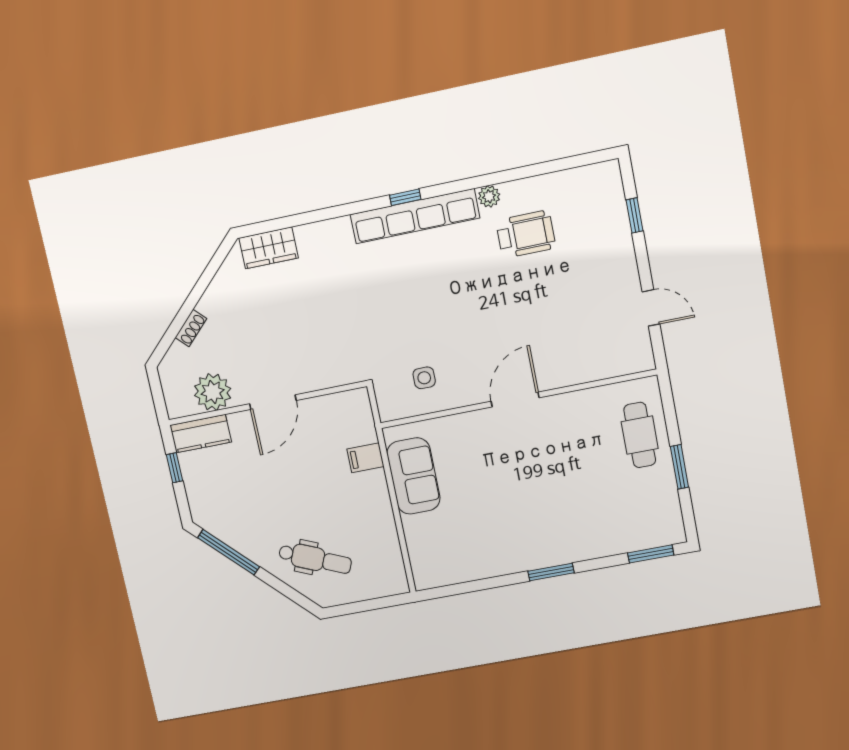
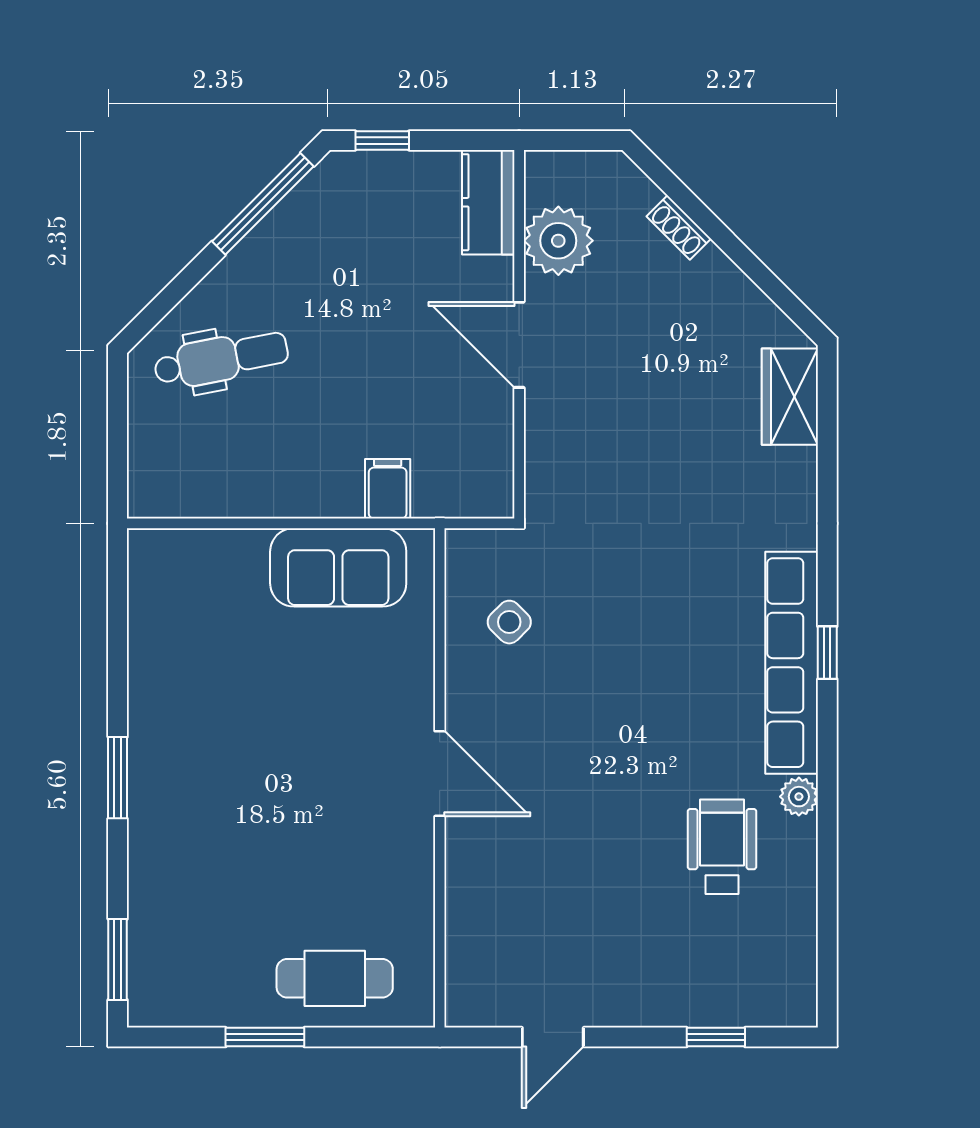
wheelchair: (526, 234) -> (722, 847), turned 180
side table: (424, 378) -> (509, 622), turned 45
window: (175, 468) -> (382, 141), moved
dental chair: (315, 559) -> (221, 359), turned -124

